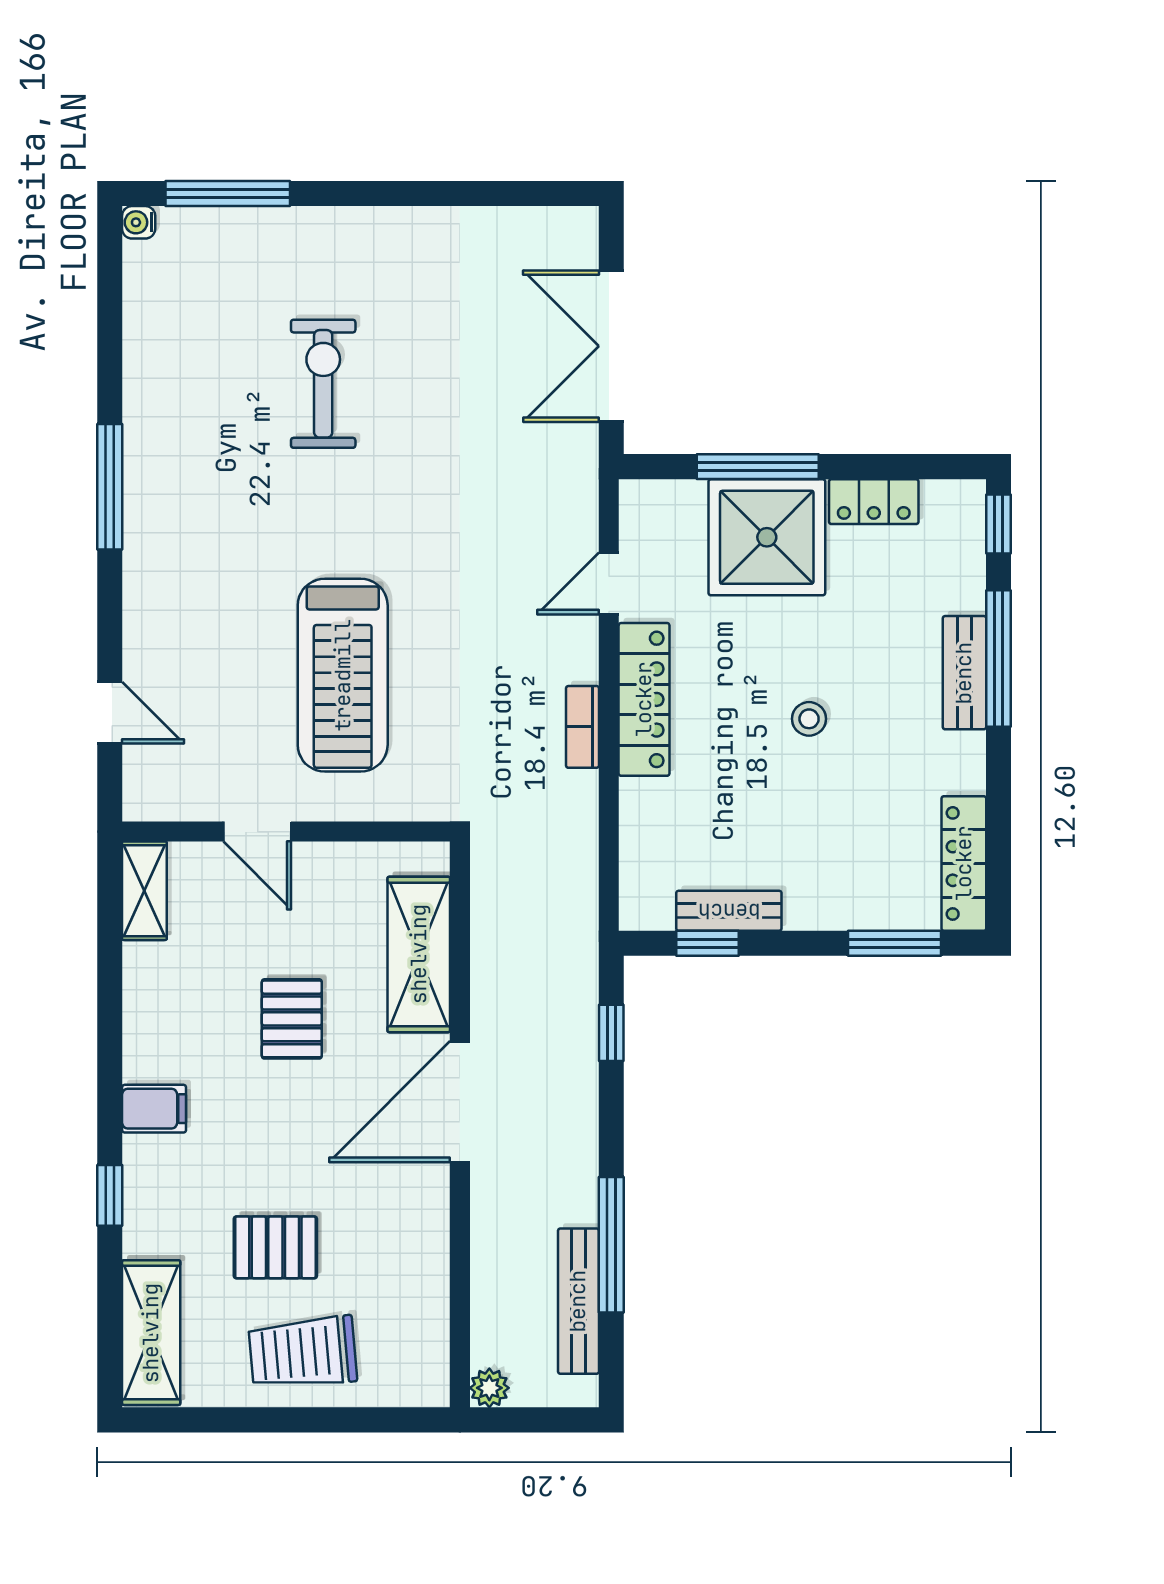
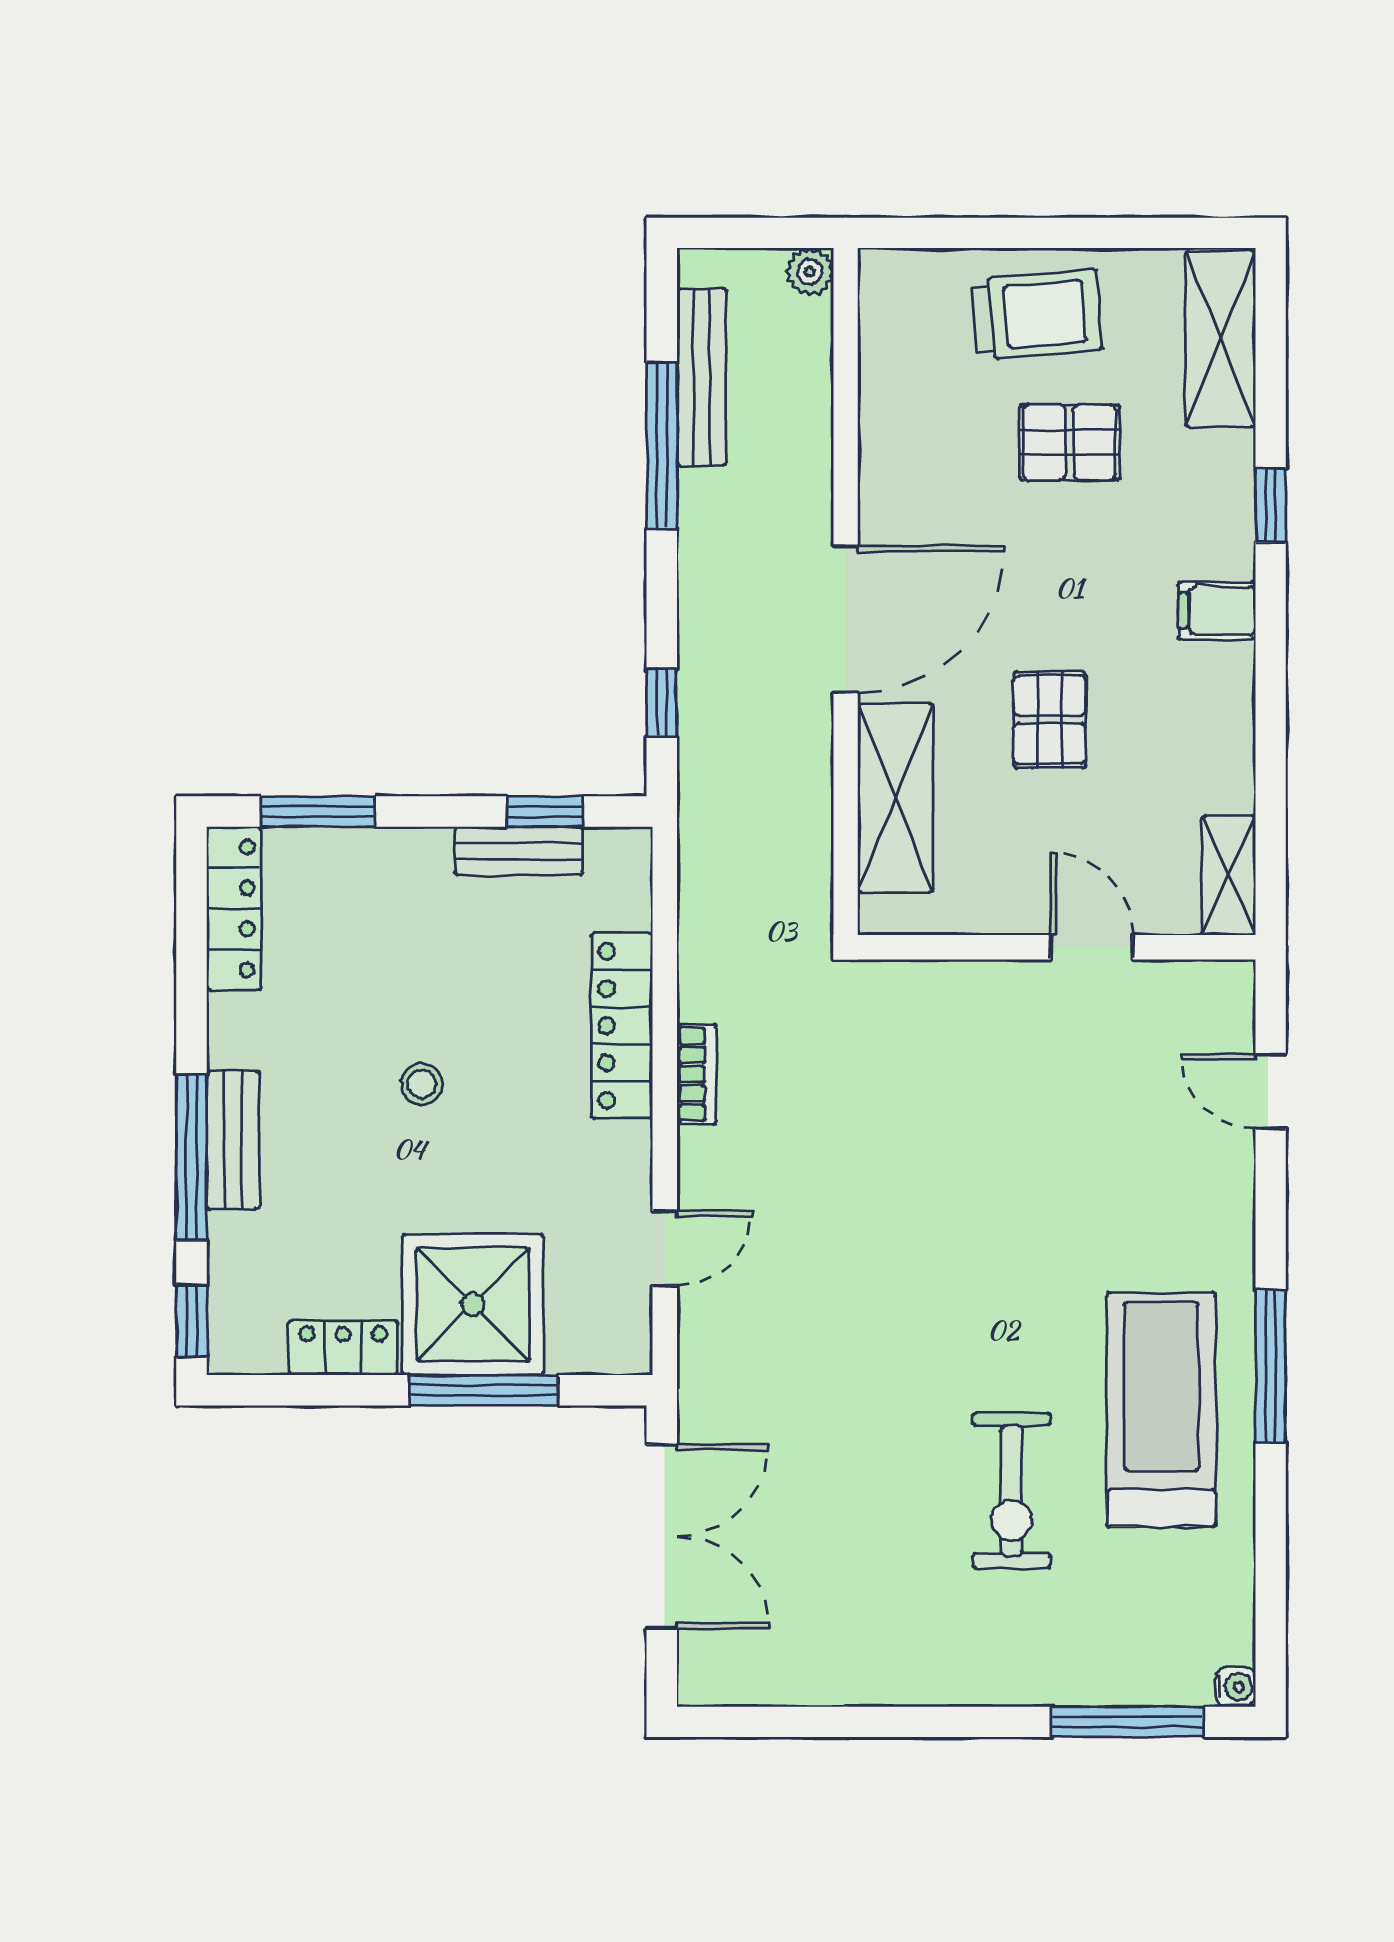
treadmill: (343, 675) -> (1161, 1410), moved
locker: (644, 699) -> (622, 1026), moved

